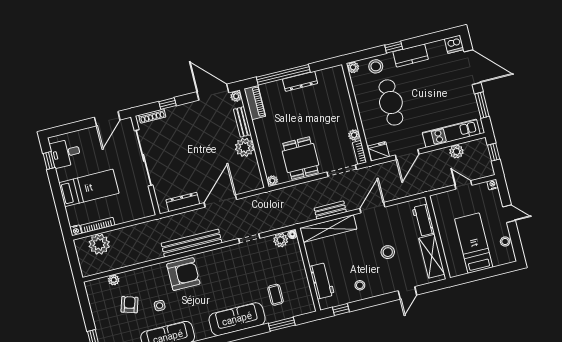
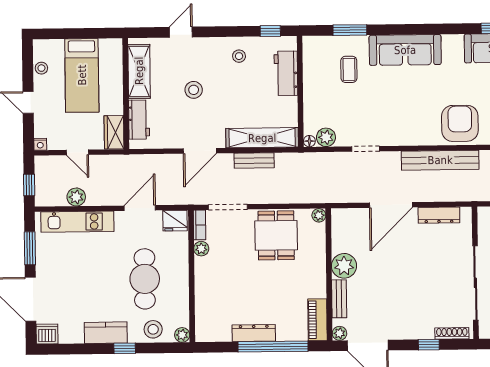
wardrobe: (440, 206) -> (114, 132), added
armchair: (183, 274) -> (460, 123), turned 90

